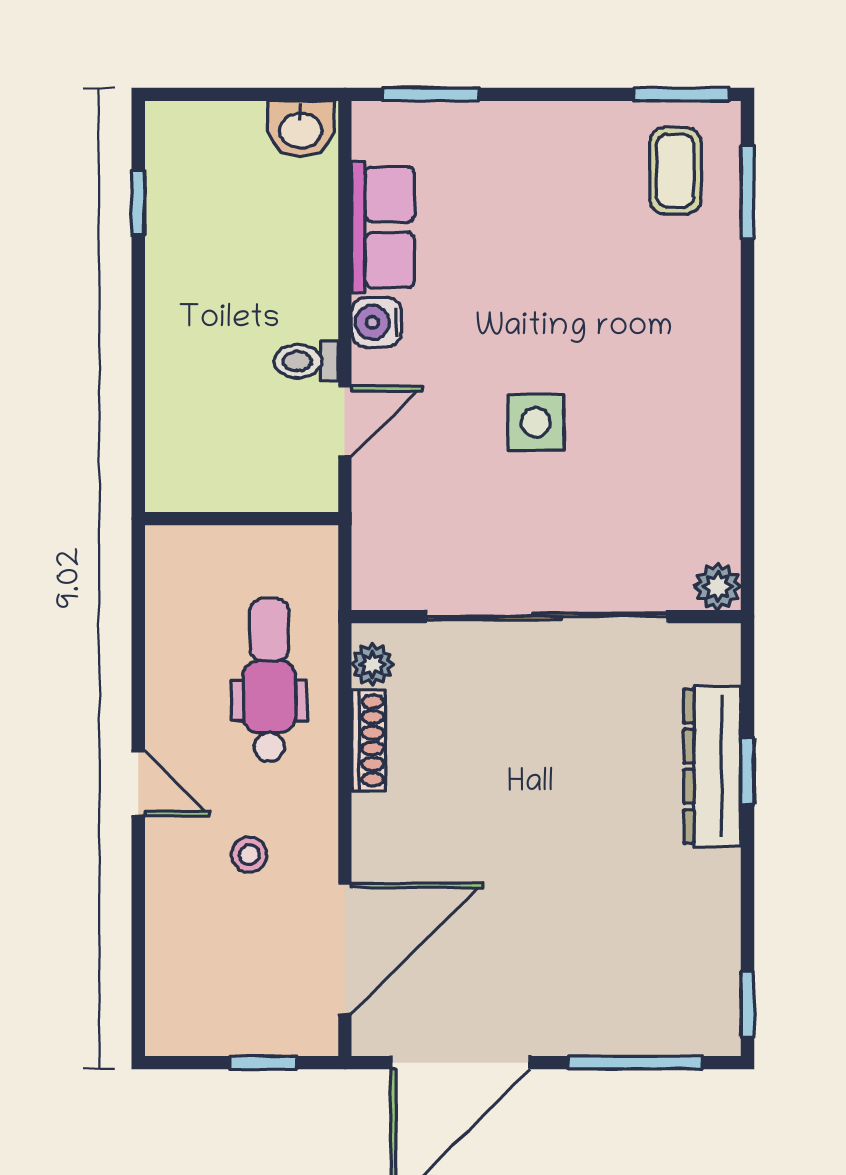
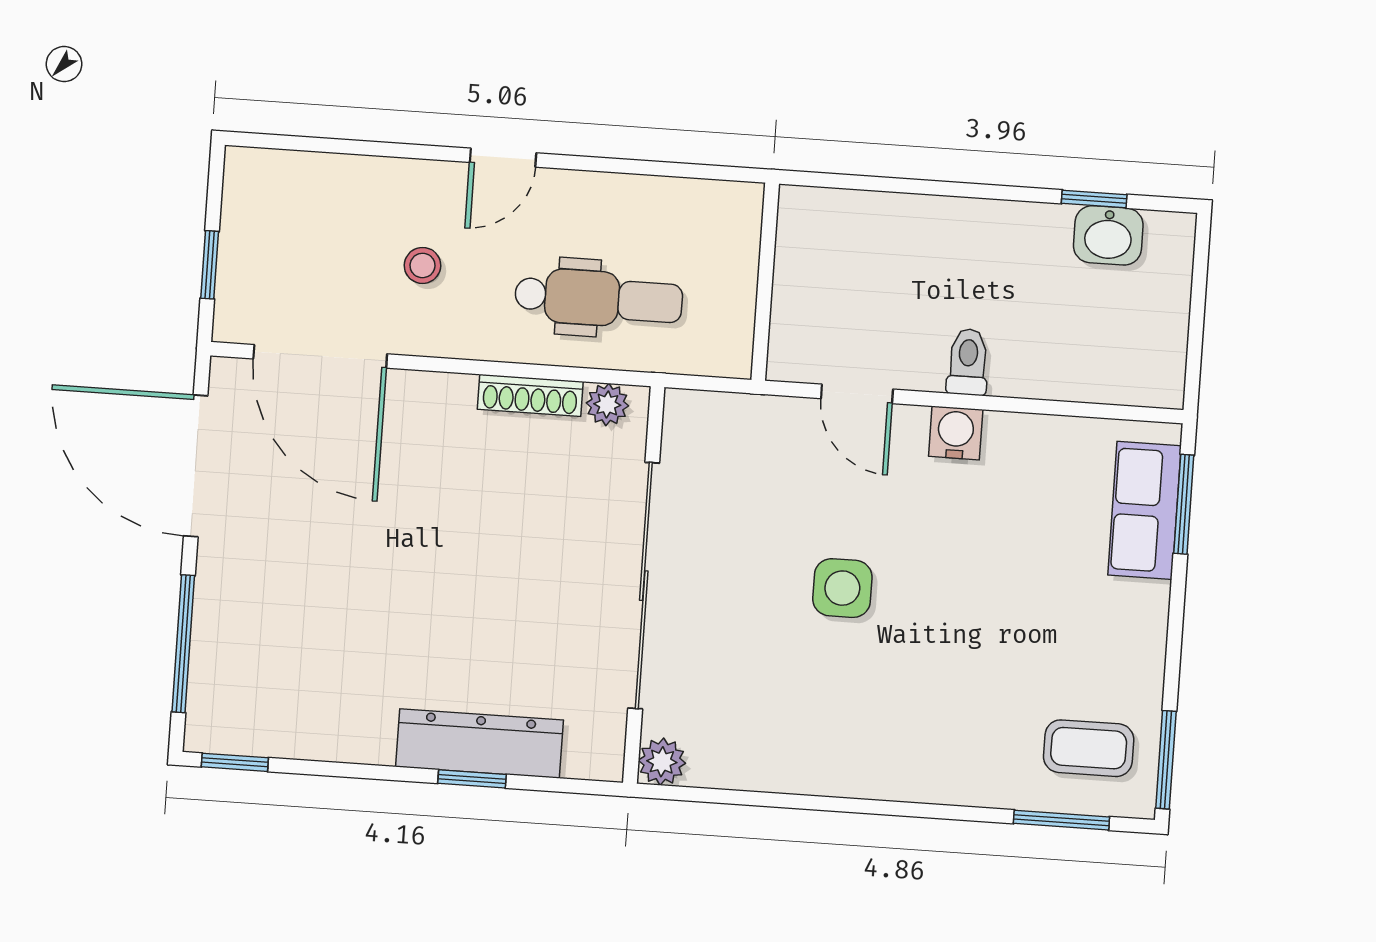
washbasin: (301, 129) -> (1108, 235), moved, turned -90
row of seats: (383, 227) -> (1144, 510), moved, turned 90
toilet: (306, 361) -> (968, 362), moved

